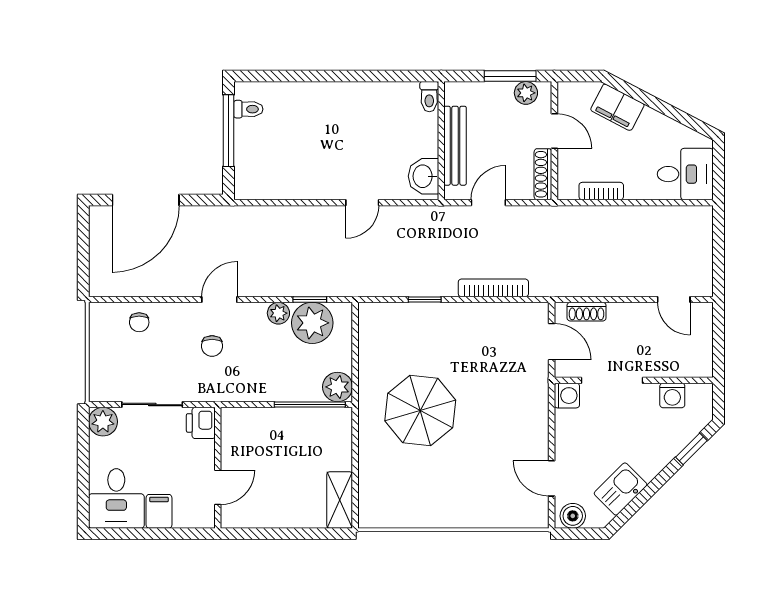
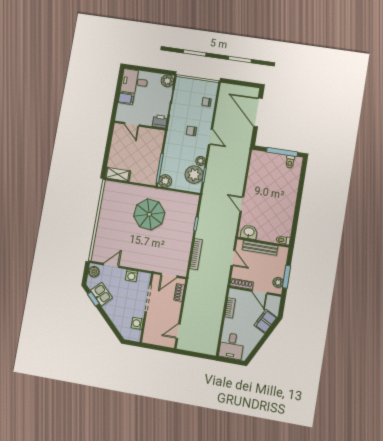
door: (554, 131) -> (260, 292), hinge flipped
washing machine: (567, 396) -> (132, 276), moved
window: (691, 449) -> (93, 299), moved

